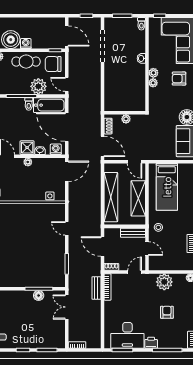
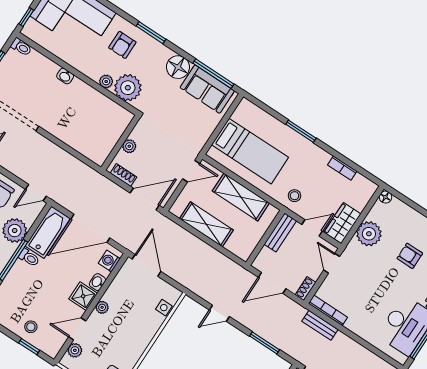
plant: (153, 73) -> (128, 88), moved, width x1.88, depth x1.88
shelving: (111, 197) -> (206, 224), width x0.68
wardrobe: (161, 264) -> (342, 223), added

